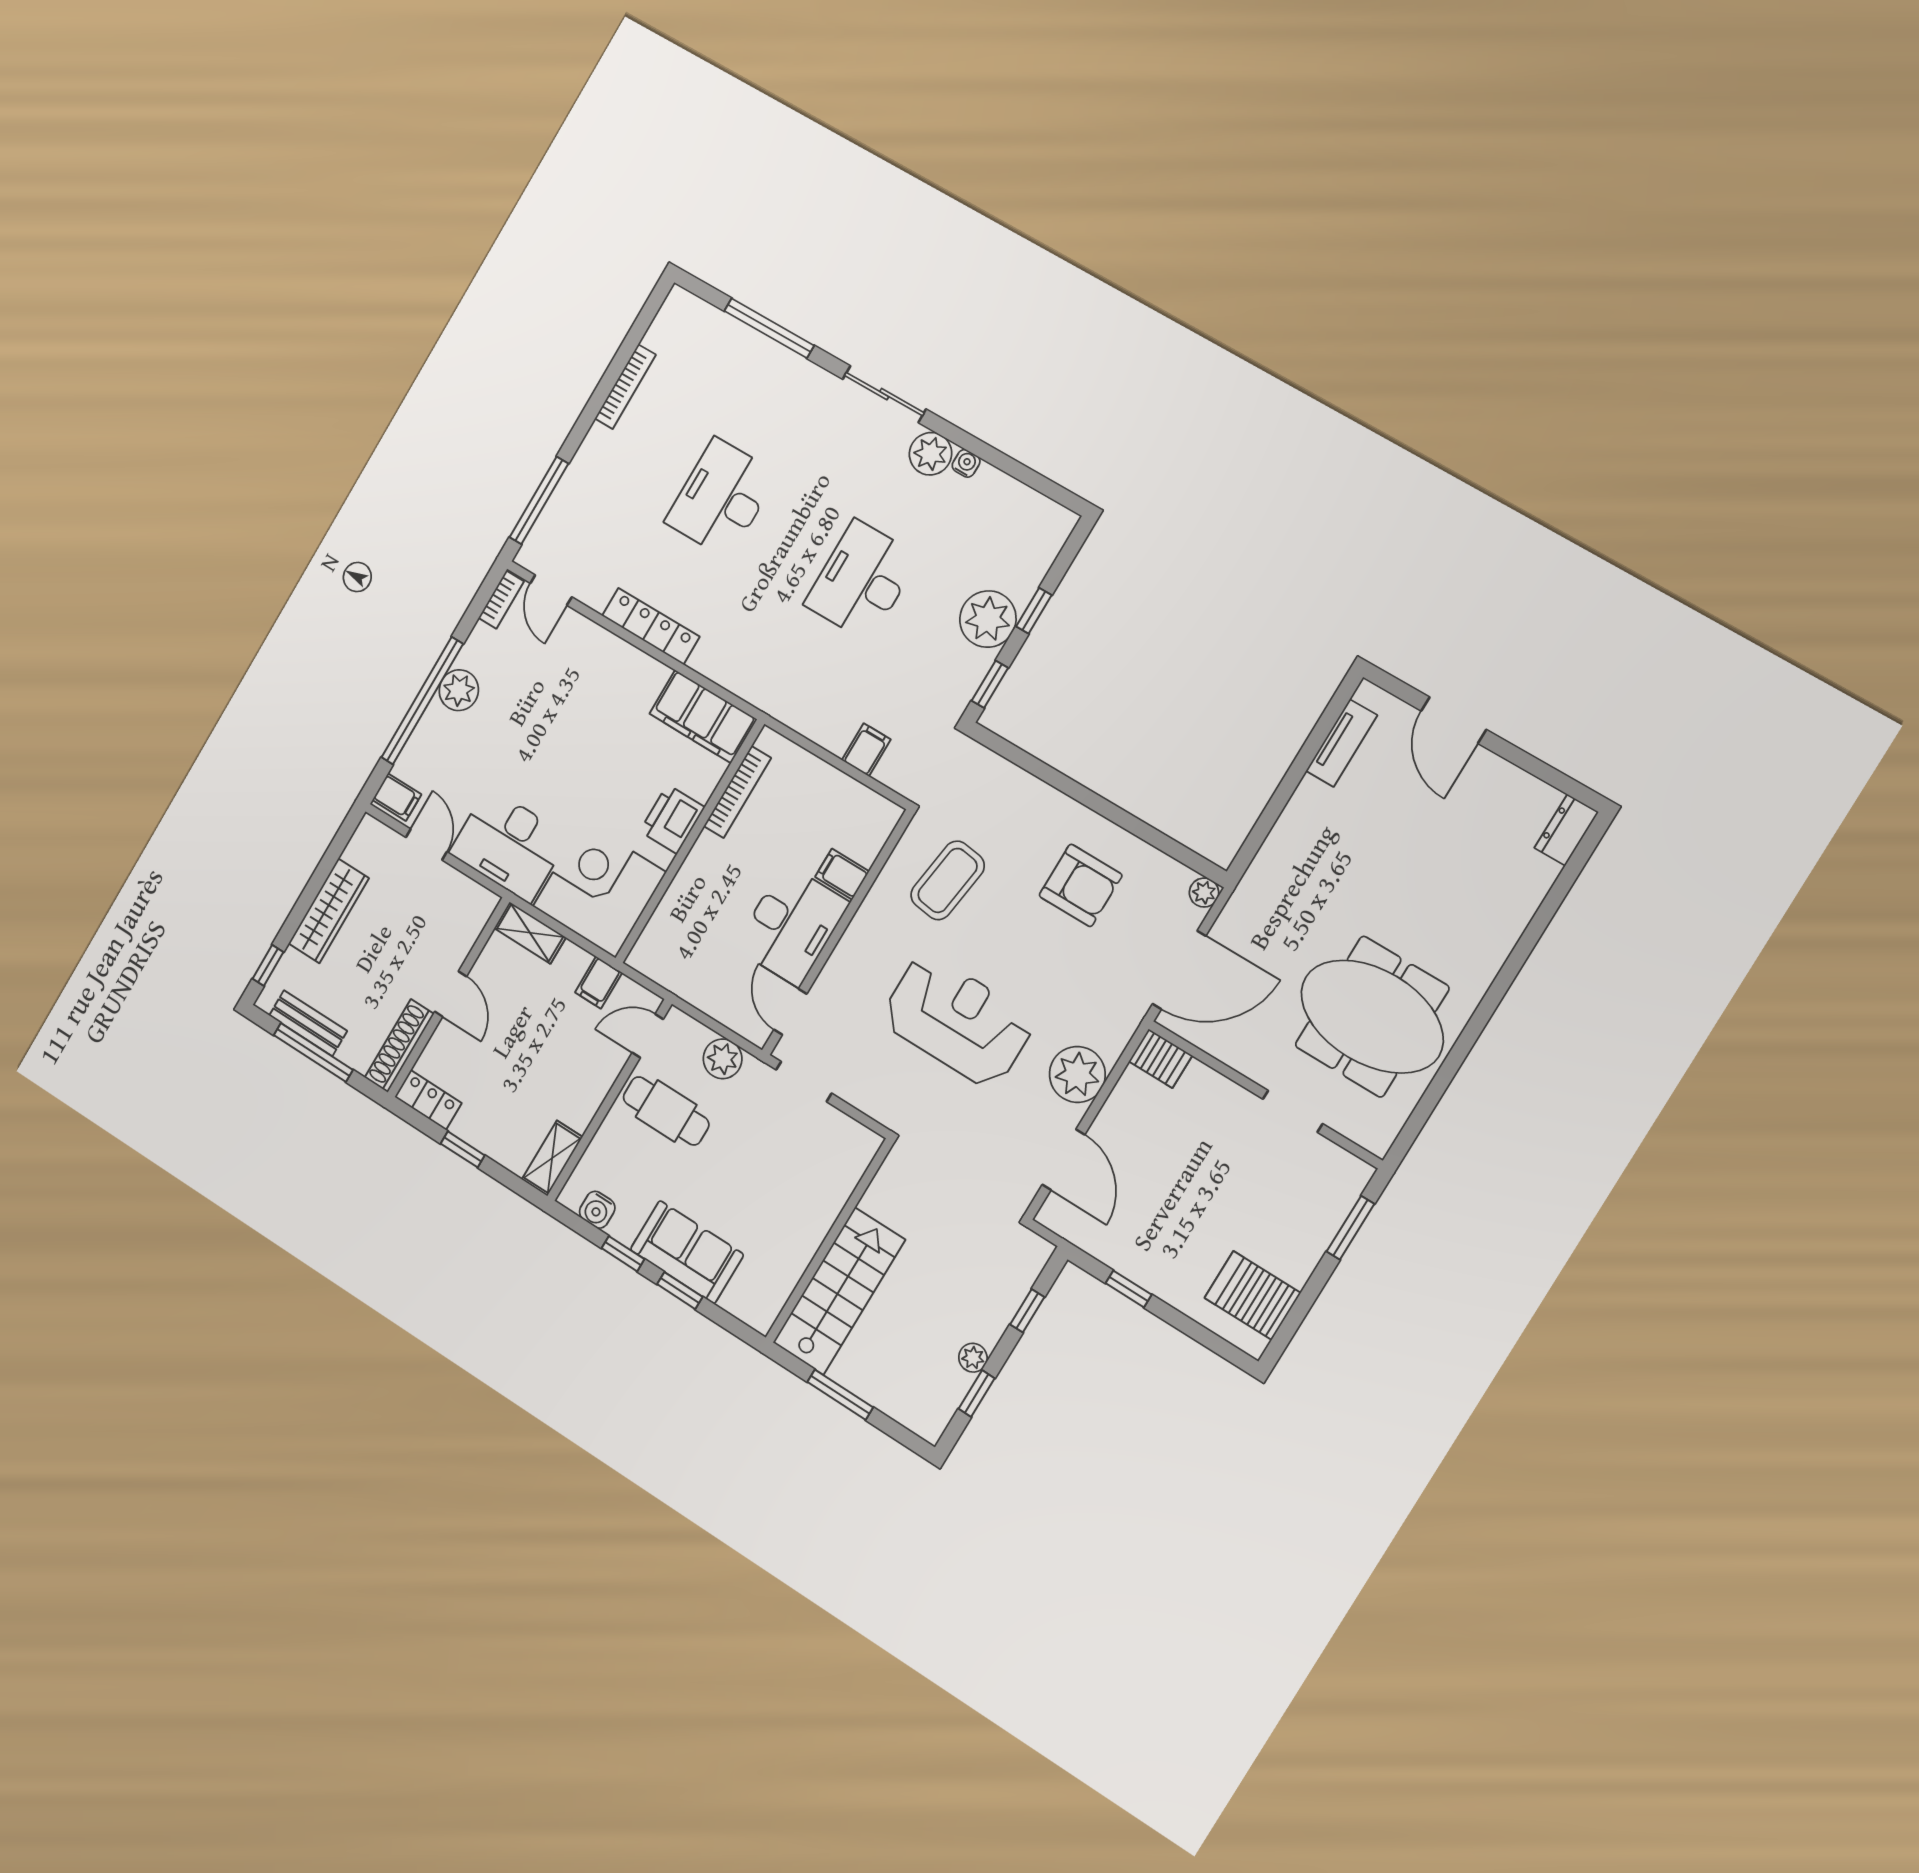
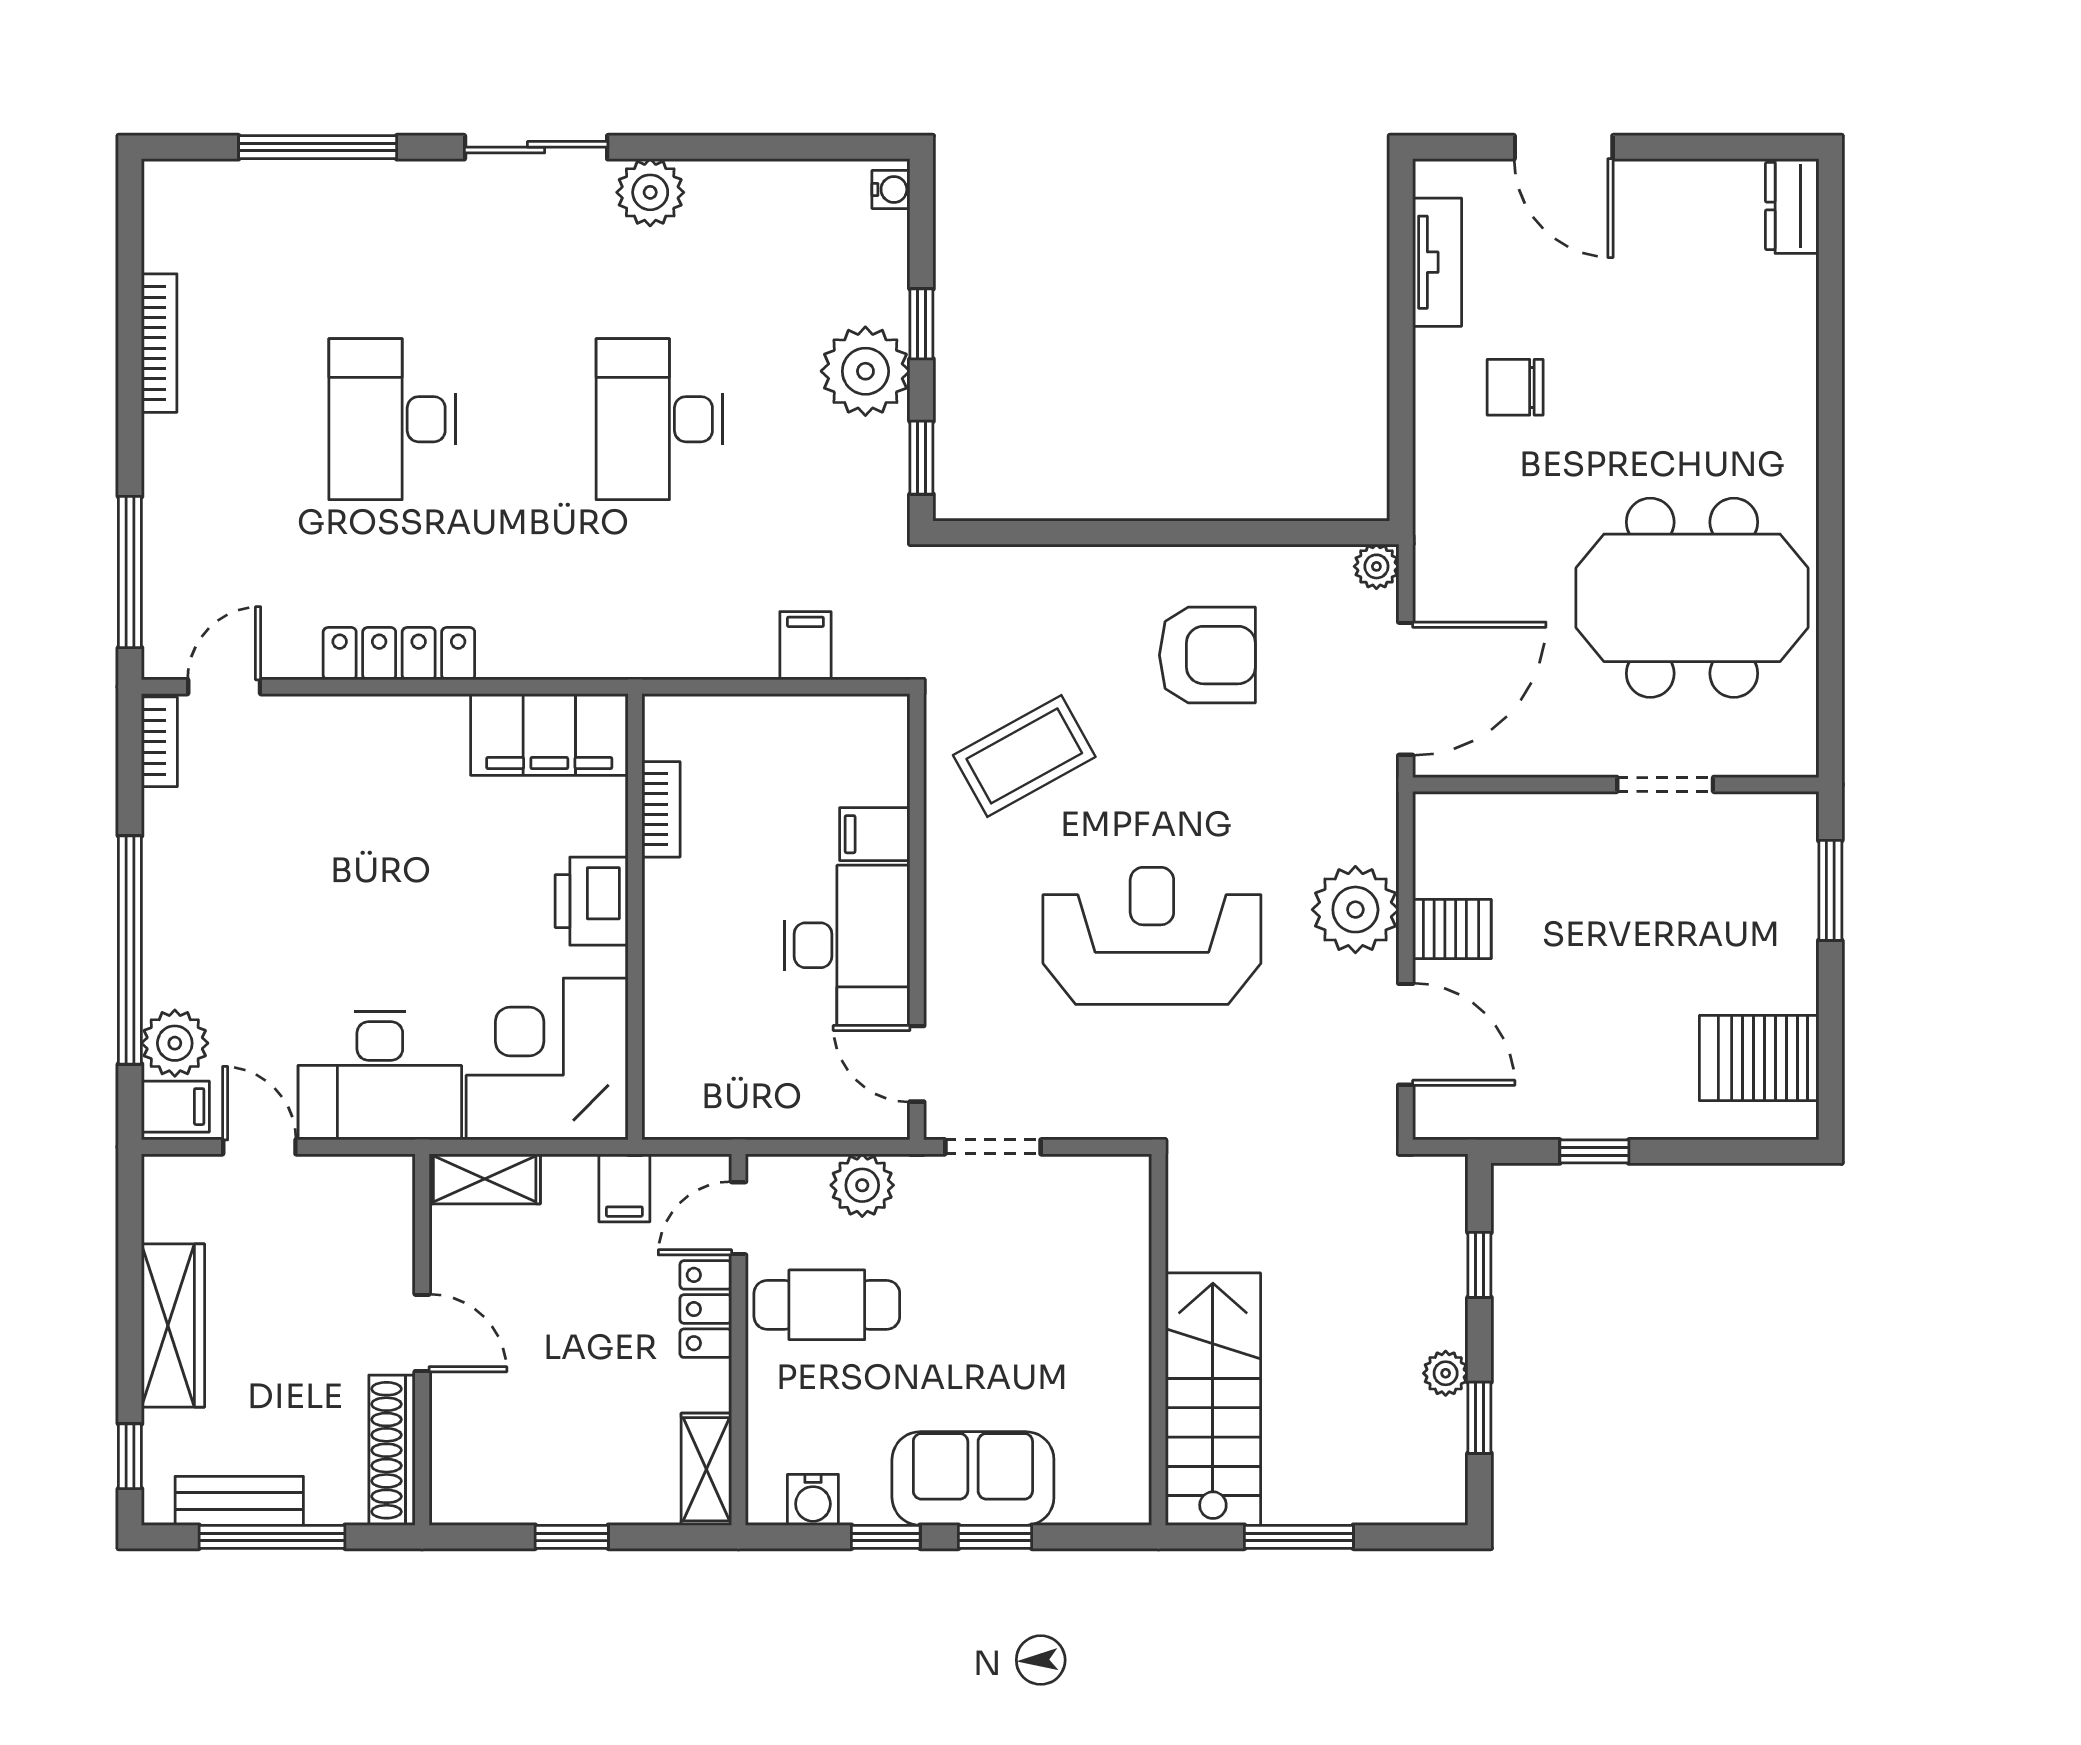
water cooler: (966, 463) -> (891, 189), moved, turned 90
door: (551, 590) -> (224, 687), swing flipped
plant: (459, 690) -> (175, 1043), moved
bookcase: (737, 792) -> (661, 809), width x0.64
chair: (1343, 839) -> (1515, 387), added
coffee table: (948, 880) -> (1024, 756), turned 53
server rack: (1160, 1059) -> (1452, 929), moved
locker: (428, 1100) -> (706, 1309), moved, turned -90

